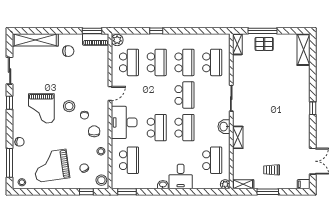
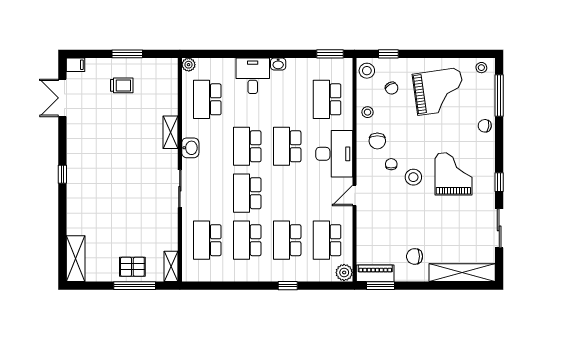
shelving: (243, 184) -> (163, 65), removed

